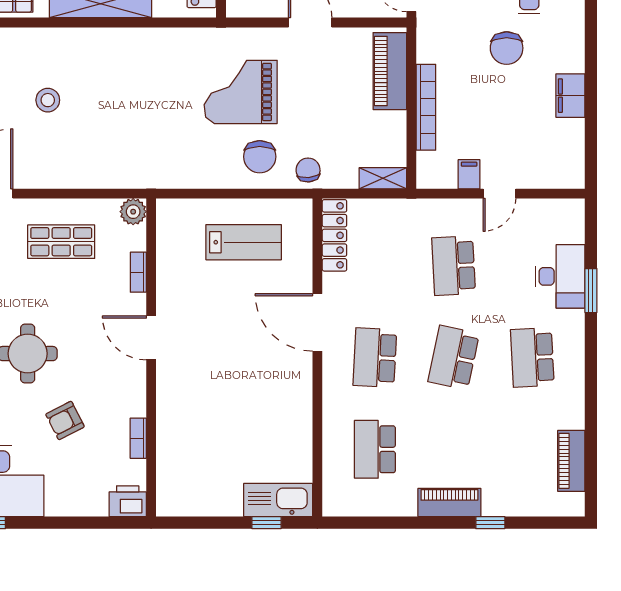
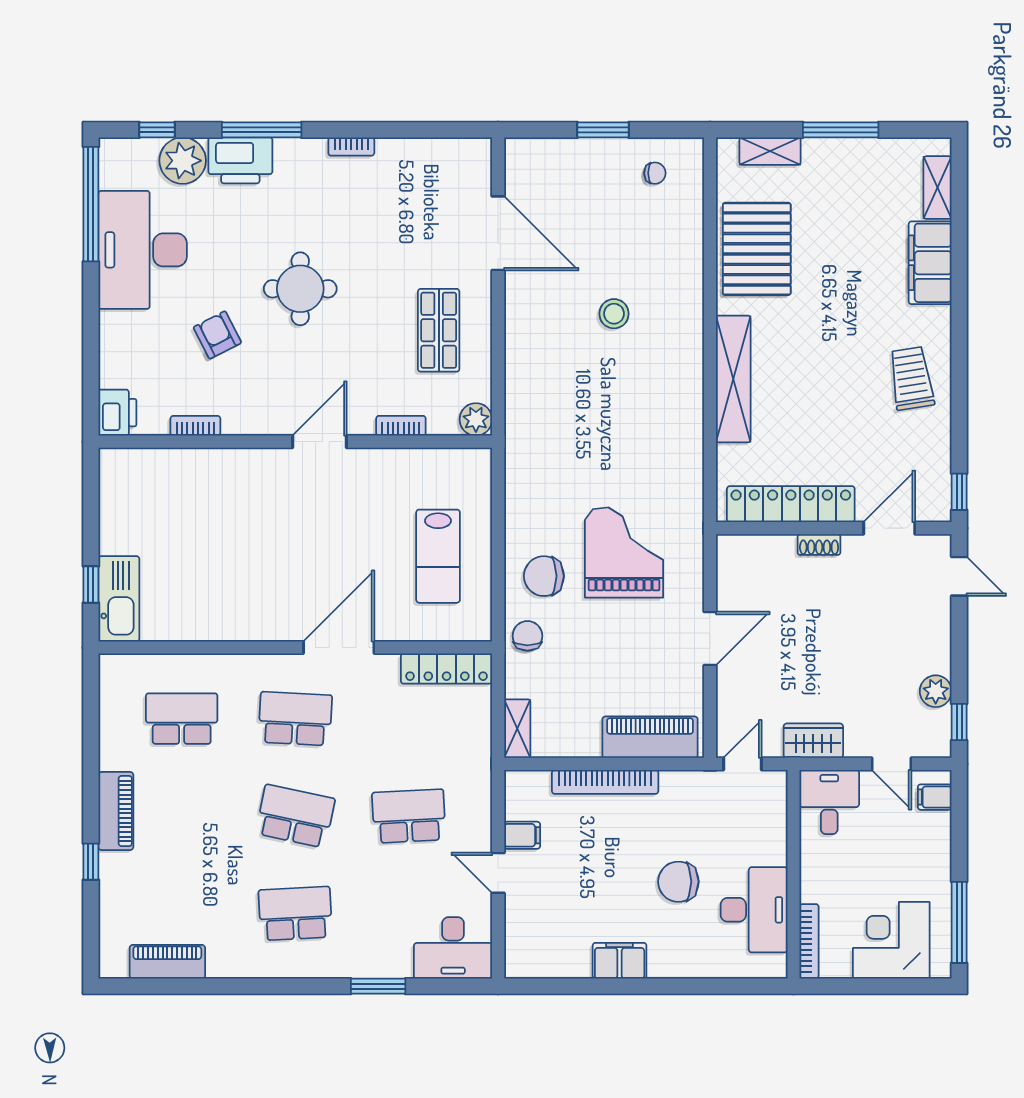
chair: (308, 170) -> (527, 636), turned -85
desk: (560, 276) -> (453, 948), moved

